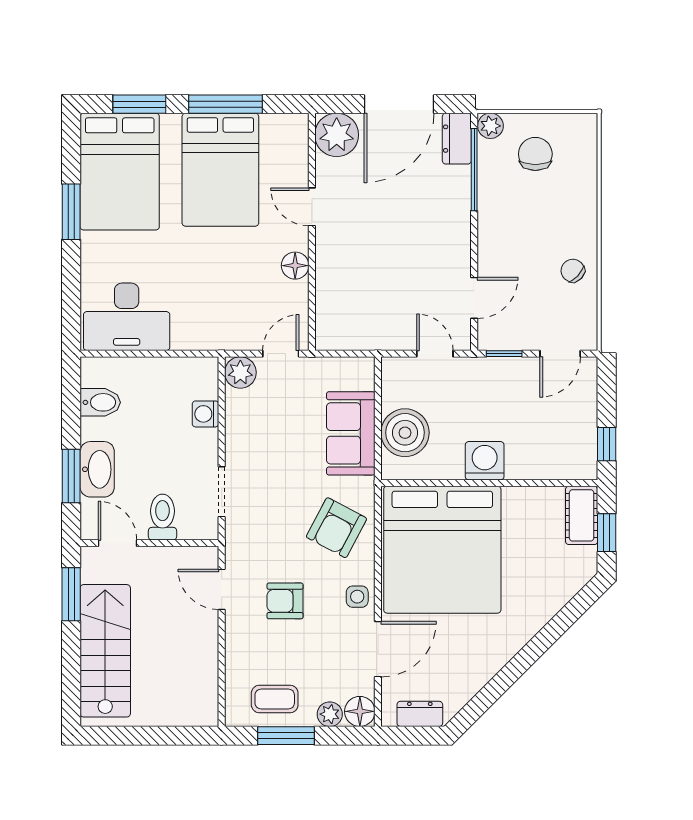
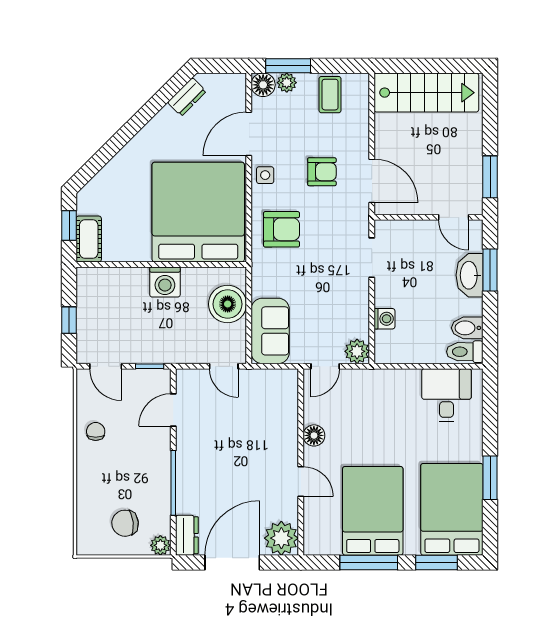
chair: (535, 154) -> (125, 523), turned 84
window: (474, 170) -> (173, 483), moved
chair: (573, 271) -> (96, 431), turned -133
desk: (127, 317) -> (446, 395), width x0.73
door: (435, 354) -> (224, 366), moved
door: (560, 354) -> (106, 366), swing flipped
sofa: (351, 433) -> (270, 331), moved
window: (607, 444) -> (69, 320), moved
toilet: (162, 517) -> (465, 352), moved, turned 90
armchair: (336, 528) -> (281, 229), turned 62
door: (222, 589) -> (372, 181), width x1.38
stairs: (105, 651) -> (426, 93), moved, turned -90
coffee table: (275, 699) -> (330, 95), turned 90
dresser: (420, 714) -> (187, 97), moved, turned -45
window: (286, 736) -> (288, 66), moved

